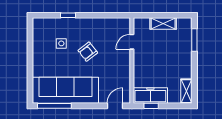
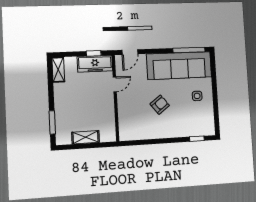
window: (68, 15) -> (197, 139), moved
door: (132, 42) -> (115, 84), moved
side table: (61, 43) -> (197, 96), moved

